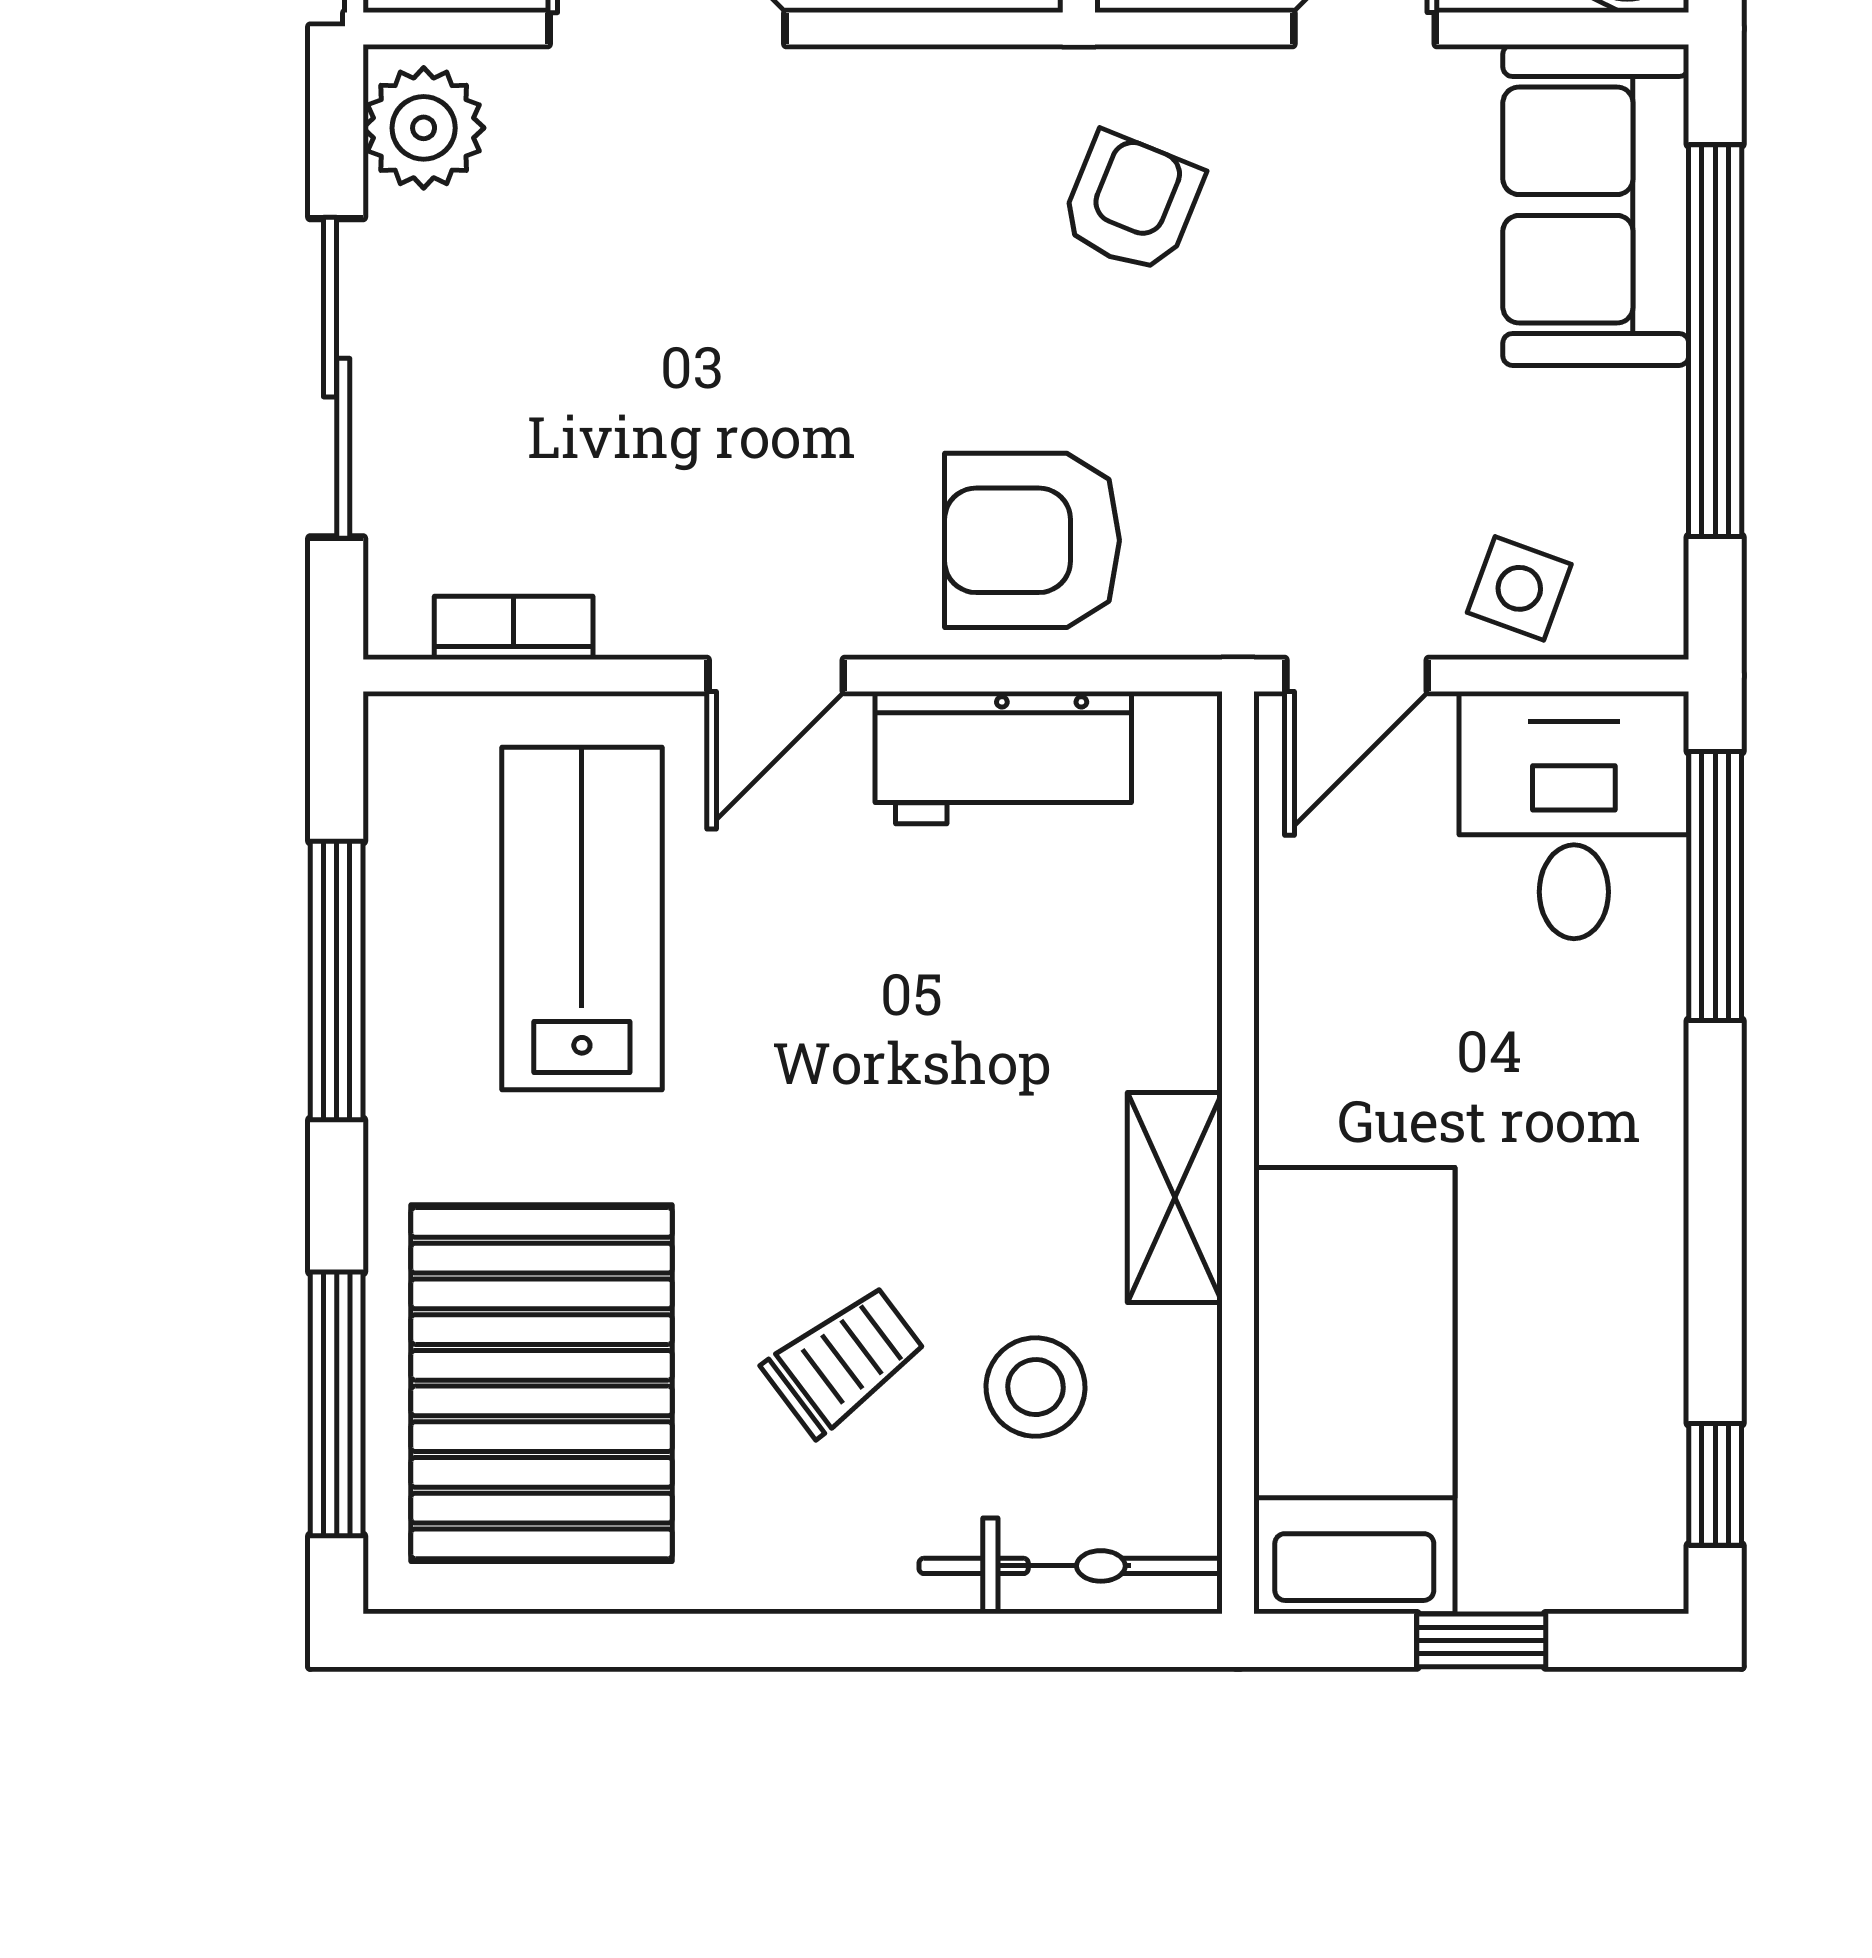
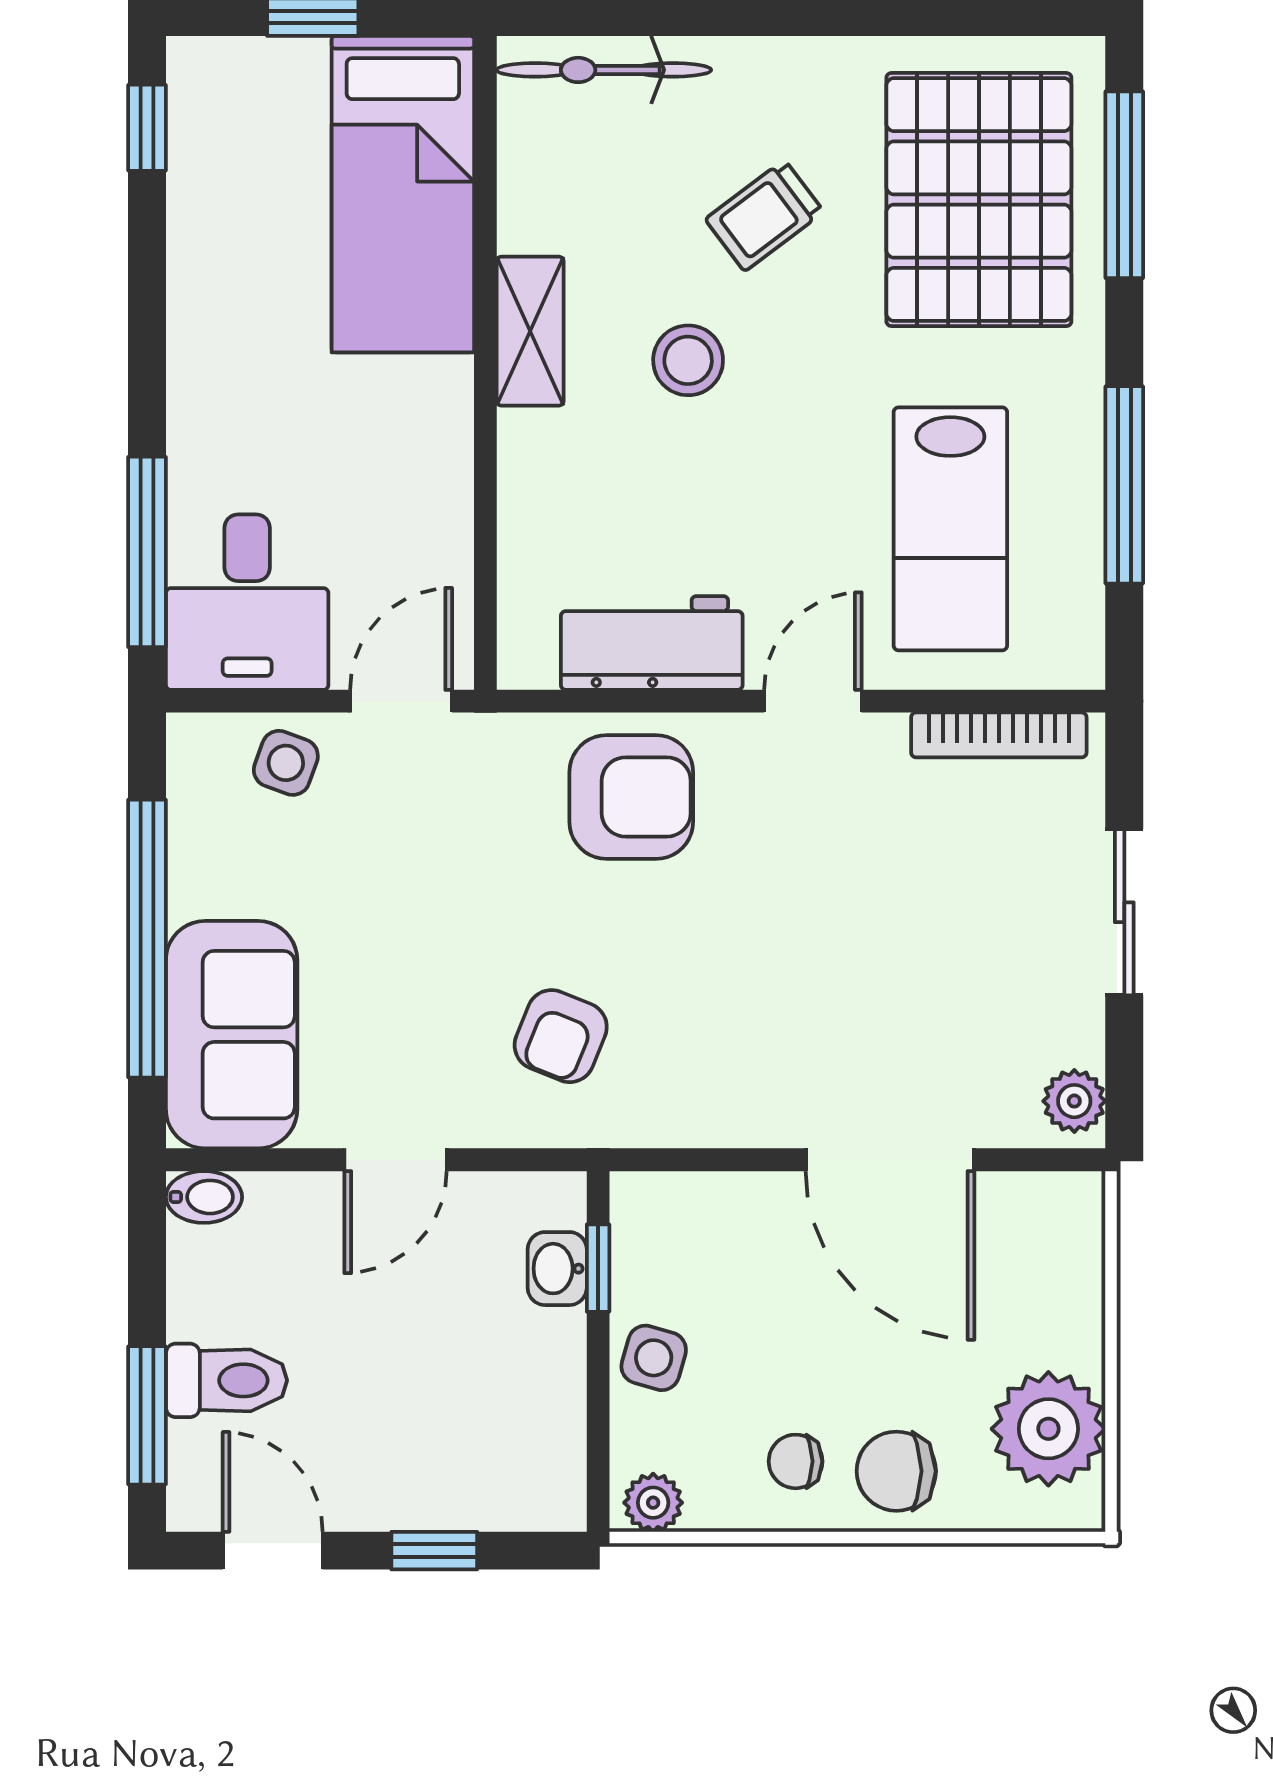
plant: (424, 128) -> (1074, 1101), width x0.73, depth x0.73
sliding door: (337, 378) -> (1124, 912), width x0.73
bookcase: (514, 628) -> (999, 735), width x1.56
stool: (1036, 1387) -> (688, 360), moved

